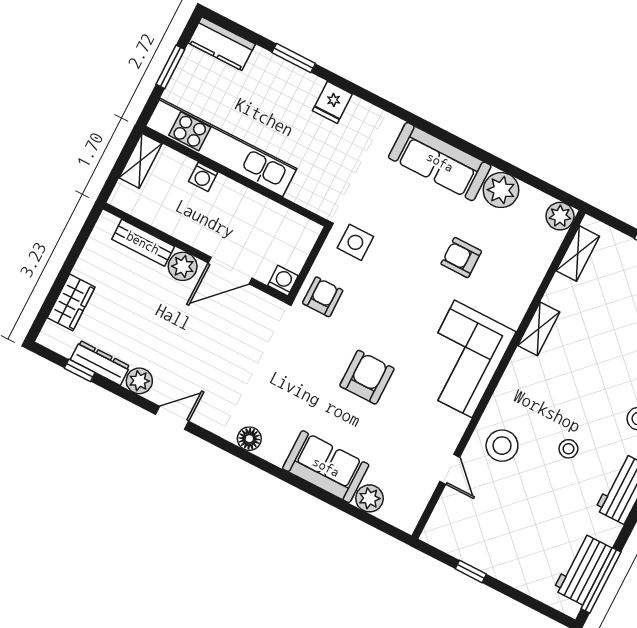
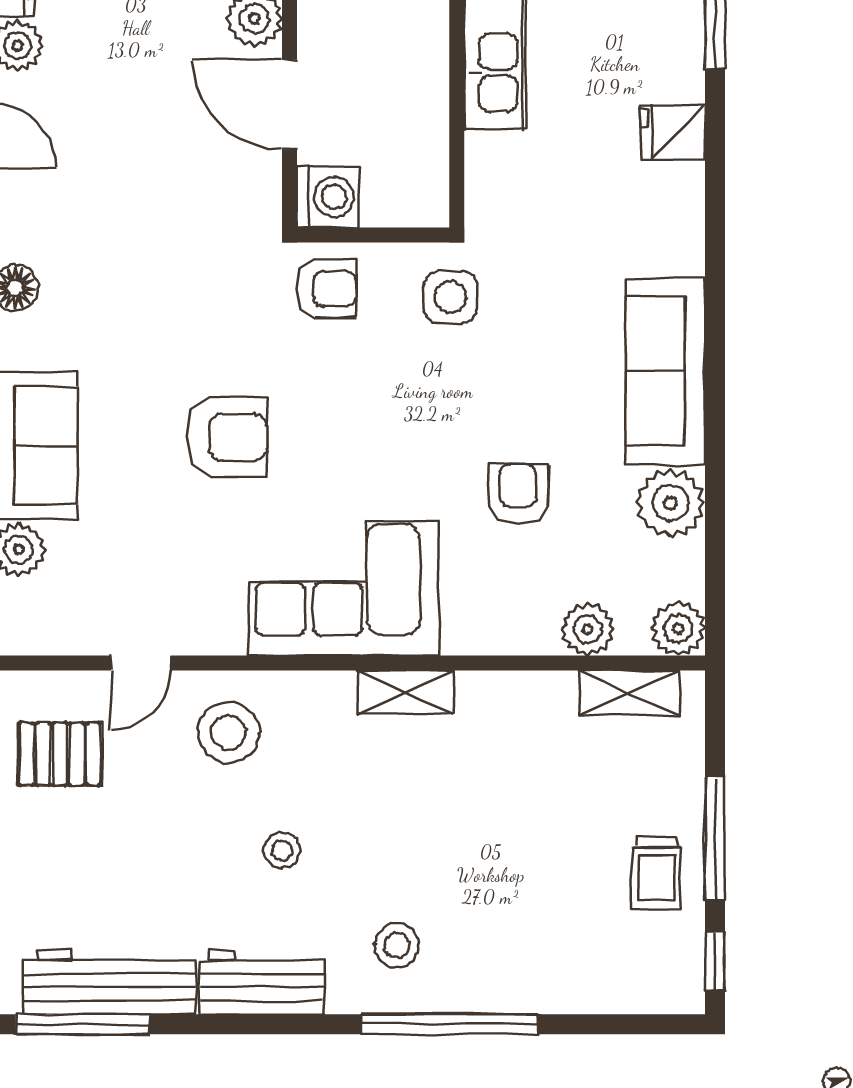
plant: (539, 258) -> (588, 629), added
washing machine: (283, 281) -> (328, 197), width x1.38, depth x1.38
shelving: (539, 329) -> (405, 692), moved
pallet: (472, 528) -> (60, 754), added
workbench: (583, 569) -> (110, 982), width x1.38

